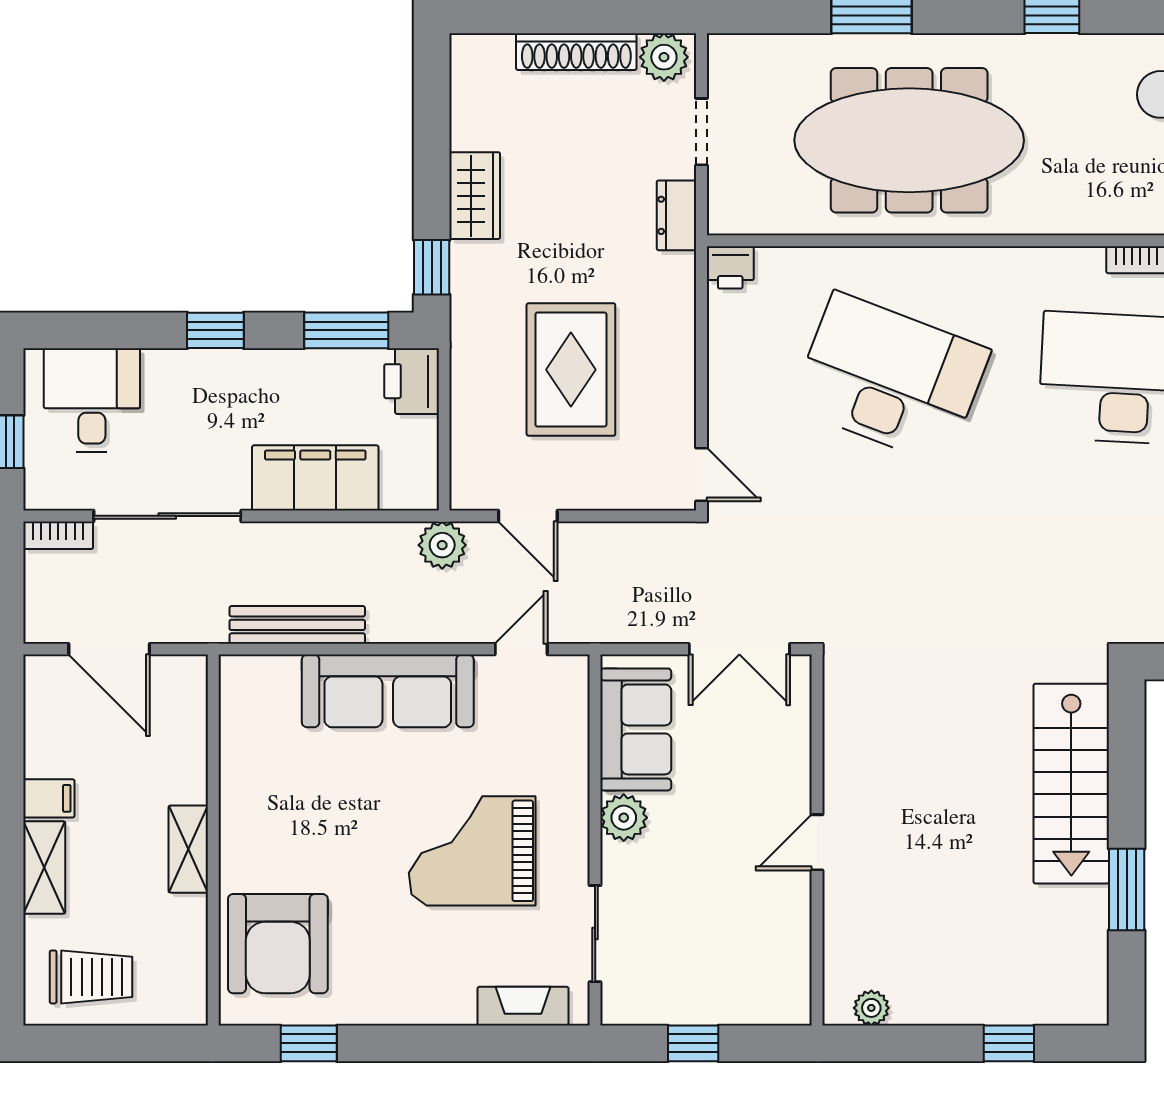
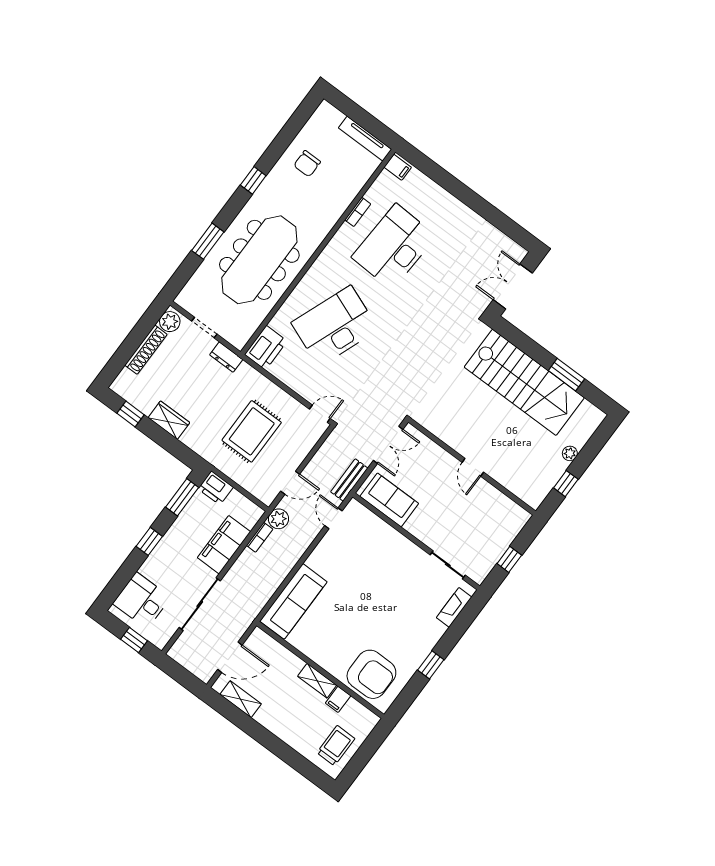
window: (432, 267) -> (130, 414), moved
printer: (730, 267) -> (266, 348), width x1.87, depth x1.48
rug: (571, 370) -> (252, 431), turned 90
bookcase: (58, 535) -> (260, 537), moved
bench: (297, 625) -> (349, 480), moved, width x0.73
sofa: (388, 691) -> (293, 601), moved
stairs: (1071, 784) -> (524, 382), width x1.36, depth x1.51
filing cabinet: (49, 798) -> (338, 699), moved, turned 180
plant: (624, 818) -> (416, 526), removed
grand piano: (472, 851) -> (389, 585), removed
shelving: (44, 867) -> (241, 699), moved
plant: (871, 1008) -> (570, 453), moved
window: (309, 1043) -> (431, 665), moved
window: (1009, 1043) -> (566, 484), moved

